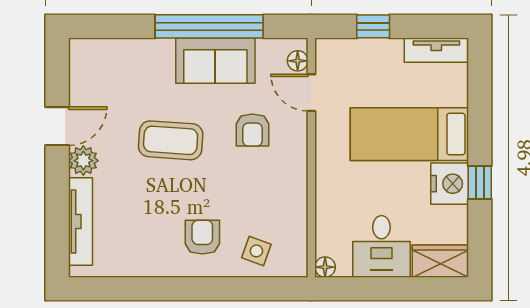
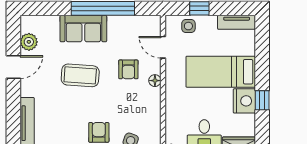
side table: (355, 56) -> (188, 26), added
sofa: (215, 61) -> (83, 29), moved
floor lamp: (298, 61) -> (155, 81), moved
plant: (83, 161) -> (29, 42), moved

